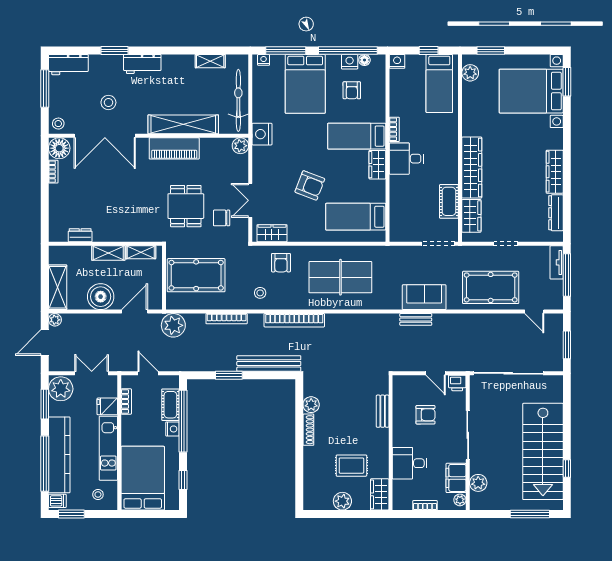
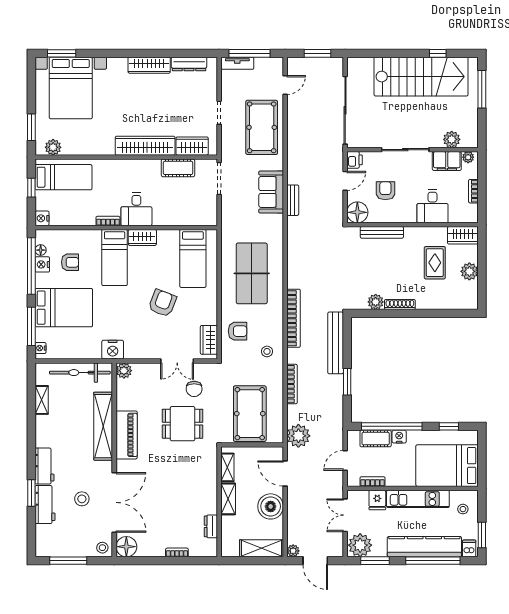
workbench: (68, 65) -> (45, 505), moved
bookcase: (53, 172) -> (177, 552), moved
floor lamp: (403, 386) -> (357, 212), added
bench: (383, 411) -> (382, 232), width x1.36

